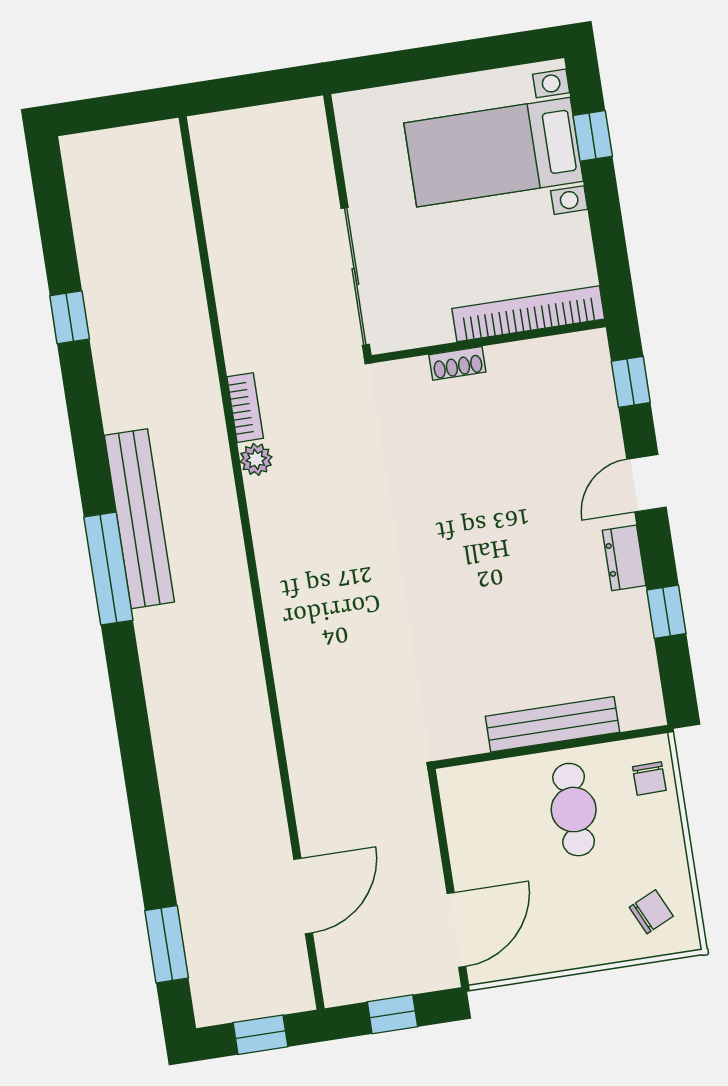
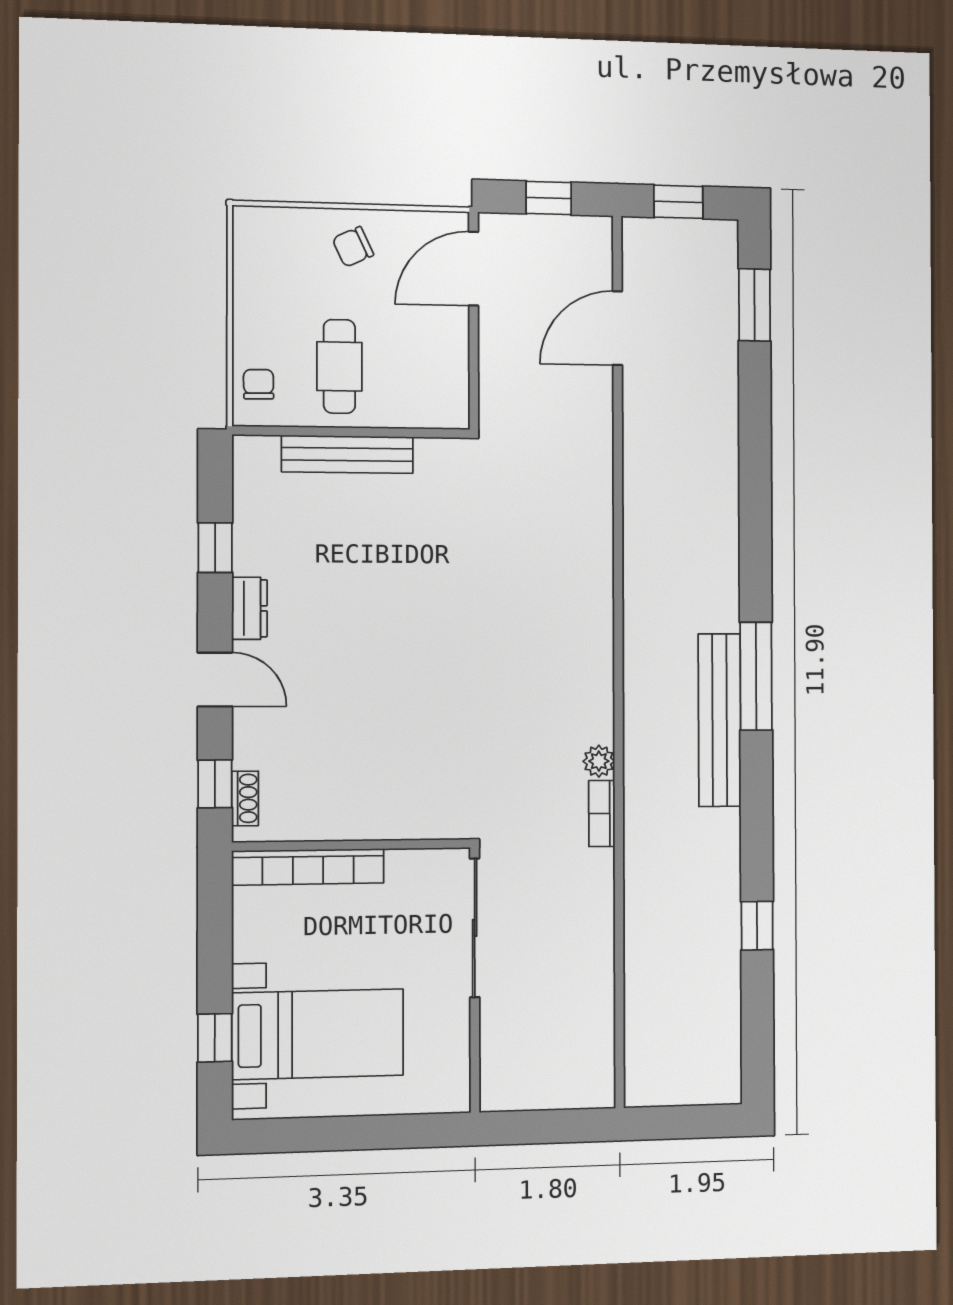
shoe rack: (457, 363) -> (245, 798), moved, turned 90
door: (646, 483) -> (215, 680), hinge flipped
chair: (651, 912) -> (353, 247), moved

